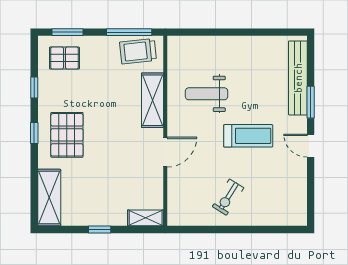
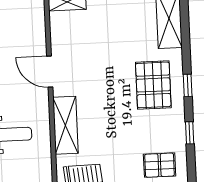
door: (165, 152) -> (50, 72), hinge flipped

